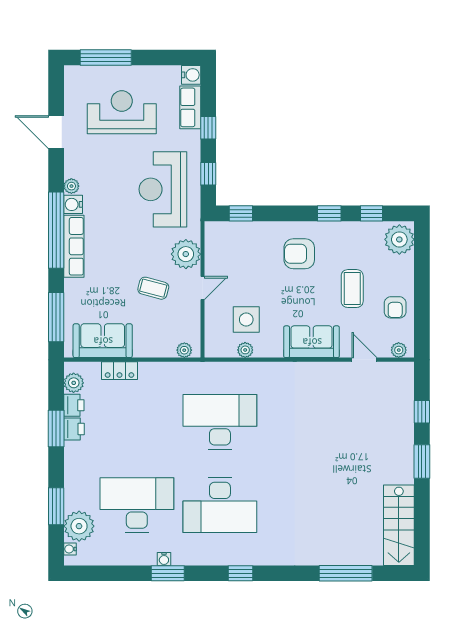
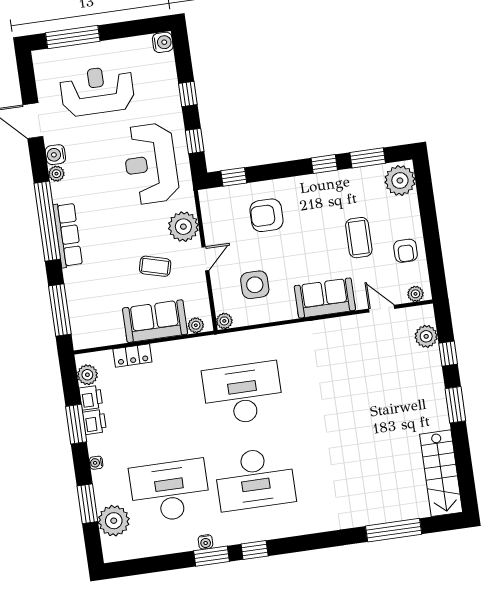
row of seats: (190, 107) -> (167, 76), removed
water cooler: (73, 204) -> (55, 155), moved
window: (371, 213) -> (368, 158), width x1.50
armchair: (299, 254) -> (267, 215), moved
sofa: (103, 341) -> (155, 321), moved
plant: (245, 350) -> (224, 321), moved
plant: (403, 392) -> (426, 336), added
water cooler: (70, 549) -> (96, 463), moved
window: (240, 573) -> (255, 550), moved

